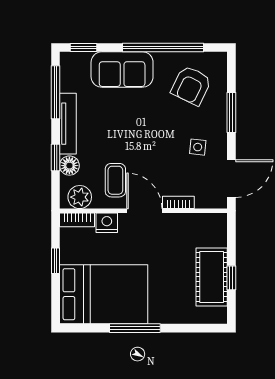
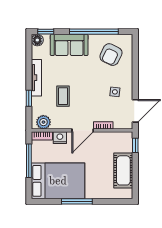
window: (55, 92) -> (29, 59), removed
window: (231, 113) -> (135, 71), removed
floor lamp: (69, 166) -> (37, 40), moved
coffee table: (115, 180) -> (63, 96), moved
door: (144, 211) -> (83, 130), swing flipped
window: (55, 261) -> (29, 161), width x2.17
window: (231, 278) -> (135, 145), moved

